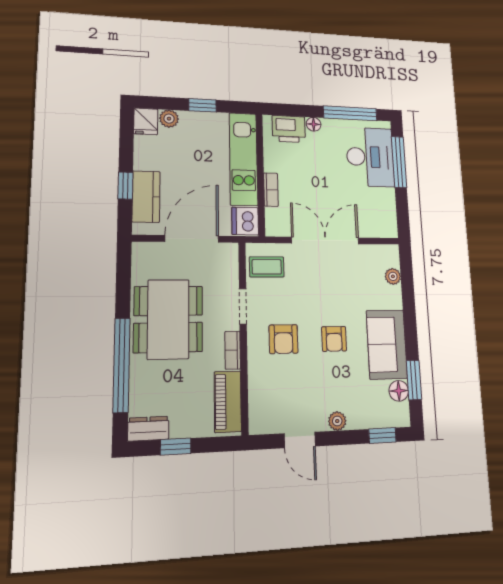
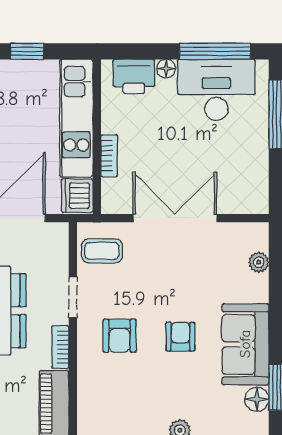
desk: (370, 157) -> (216, 90), moved, turned -90
armchair: (334, 339) -> (180, 337), turned 180

